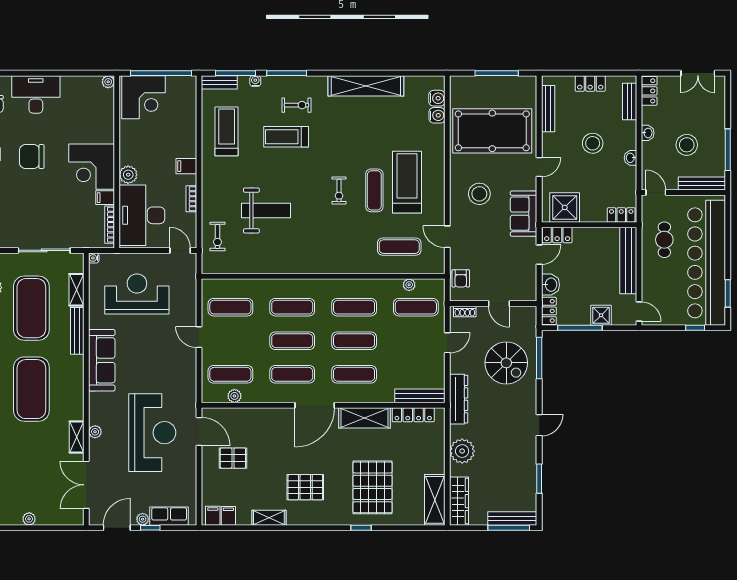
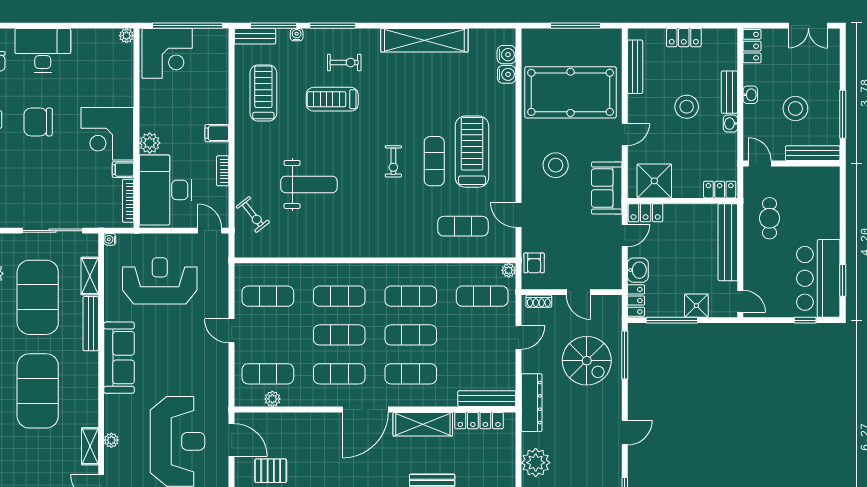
bench: (630, 101) -> (729, 92), moved
exercise bike: (217, 237) -> (253, 215), turned -38
bar counter: (707, 263) -> (818, 278), width x0.54
plant: (409, 285) -> (509, 270), moved

